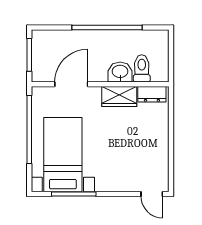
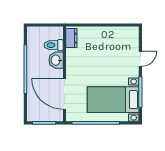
door: (71, 84) -> (64, 94), width x1.36
wardrobe: (119, 96) -> (73, 61), removed
door: (152, 194) -> (140, 59), moved

